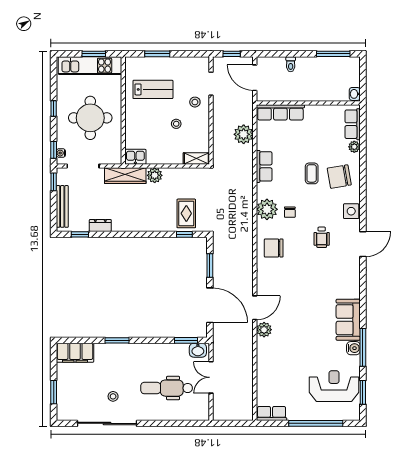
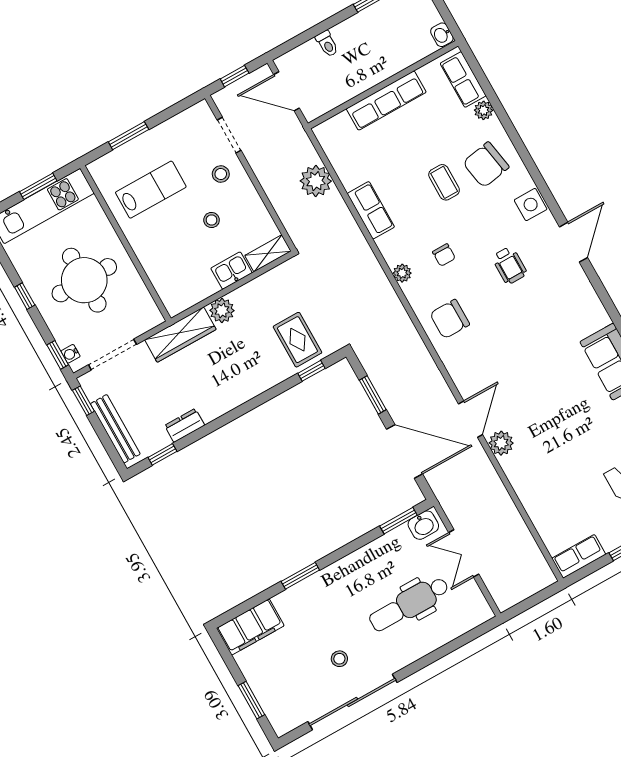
row of seats: (280, 112) -> (386, 100), moved
kitchen sink: (135, 157) -> (231, 271), moved
plant: (267, 209) -> (402, 273), width x0.53, depth x0.53

